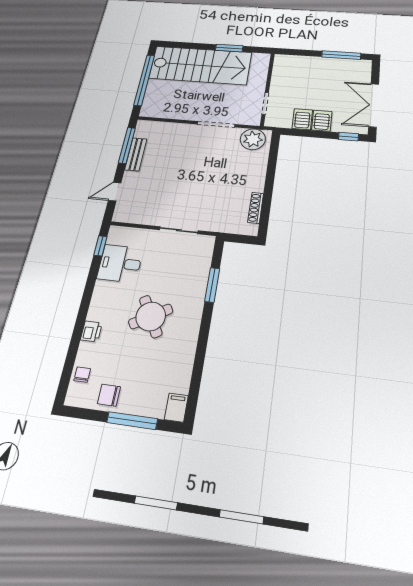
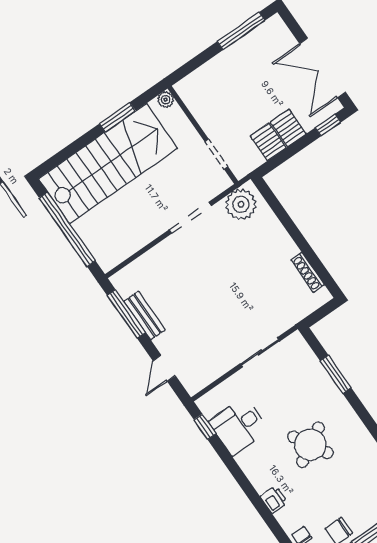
plant: (264, 58) -> (166, 100), added

